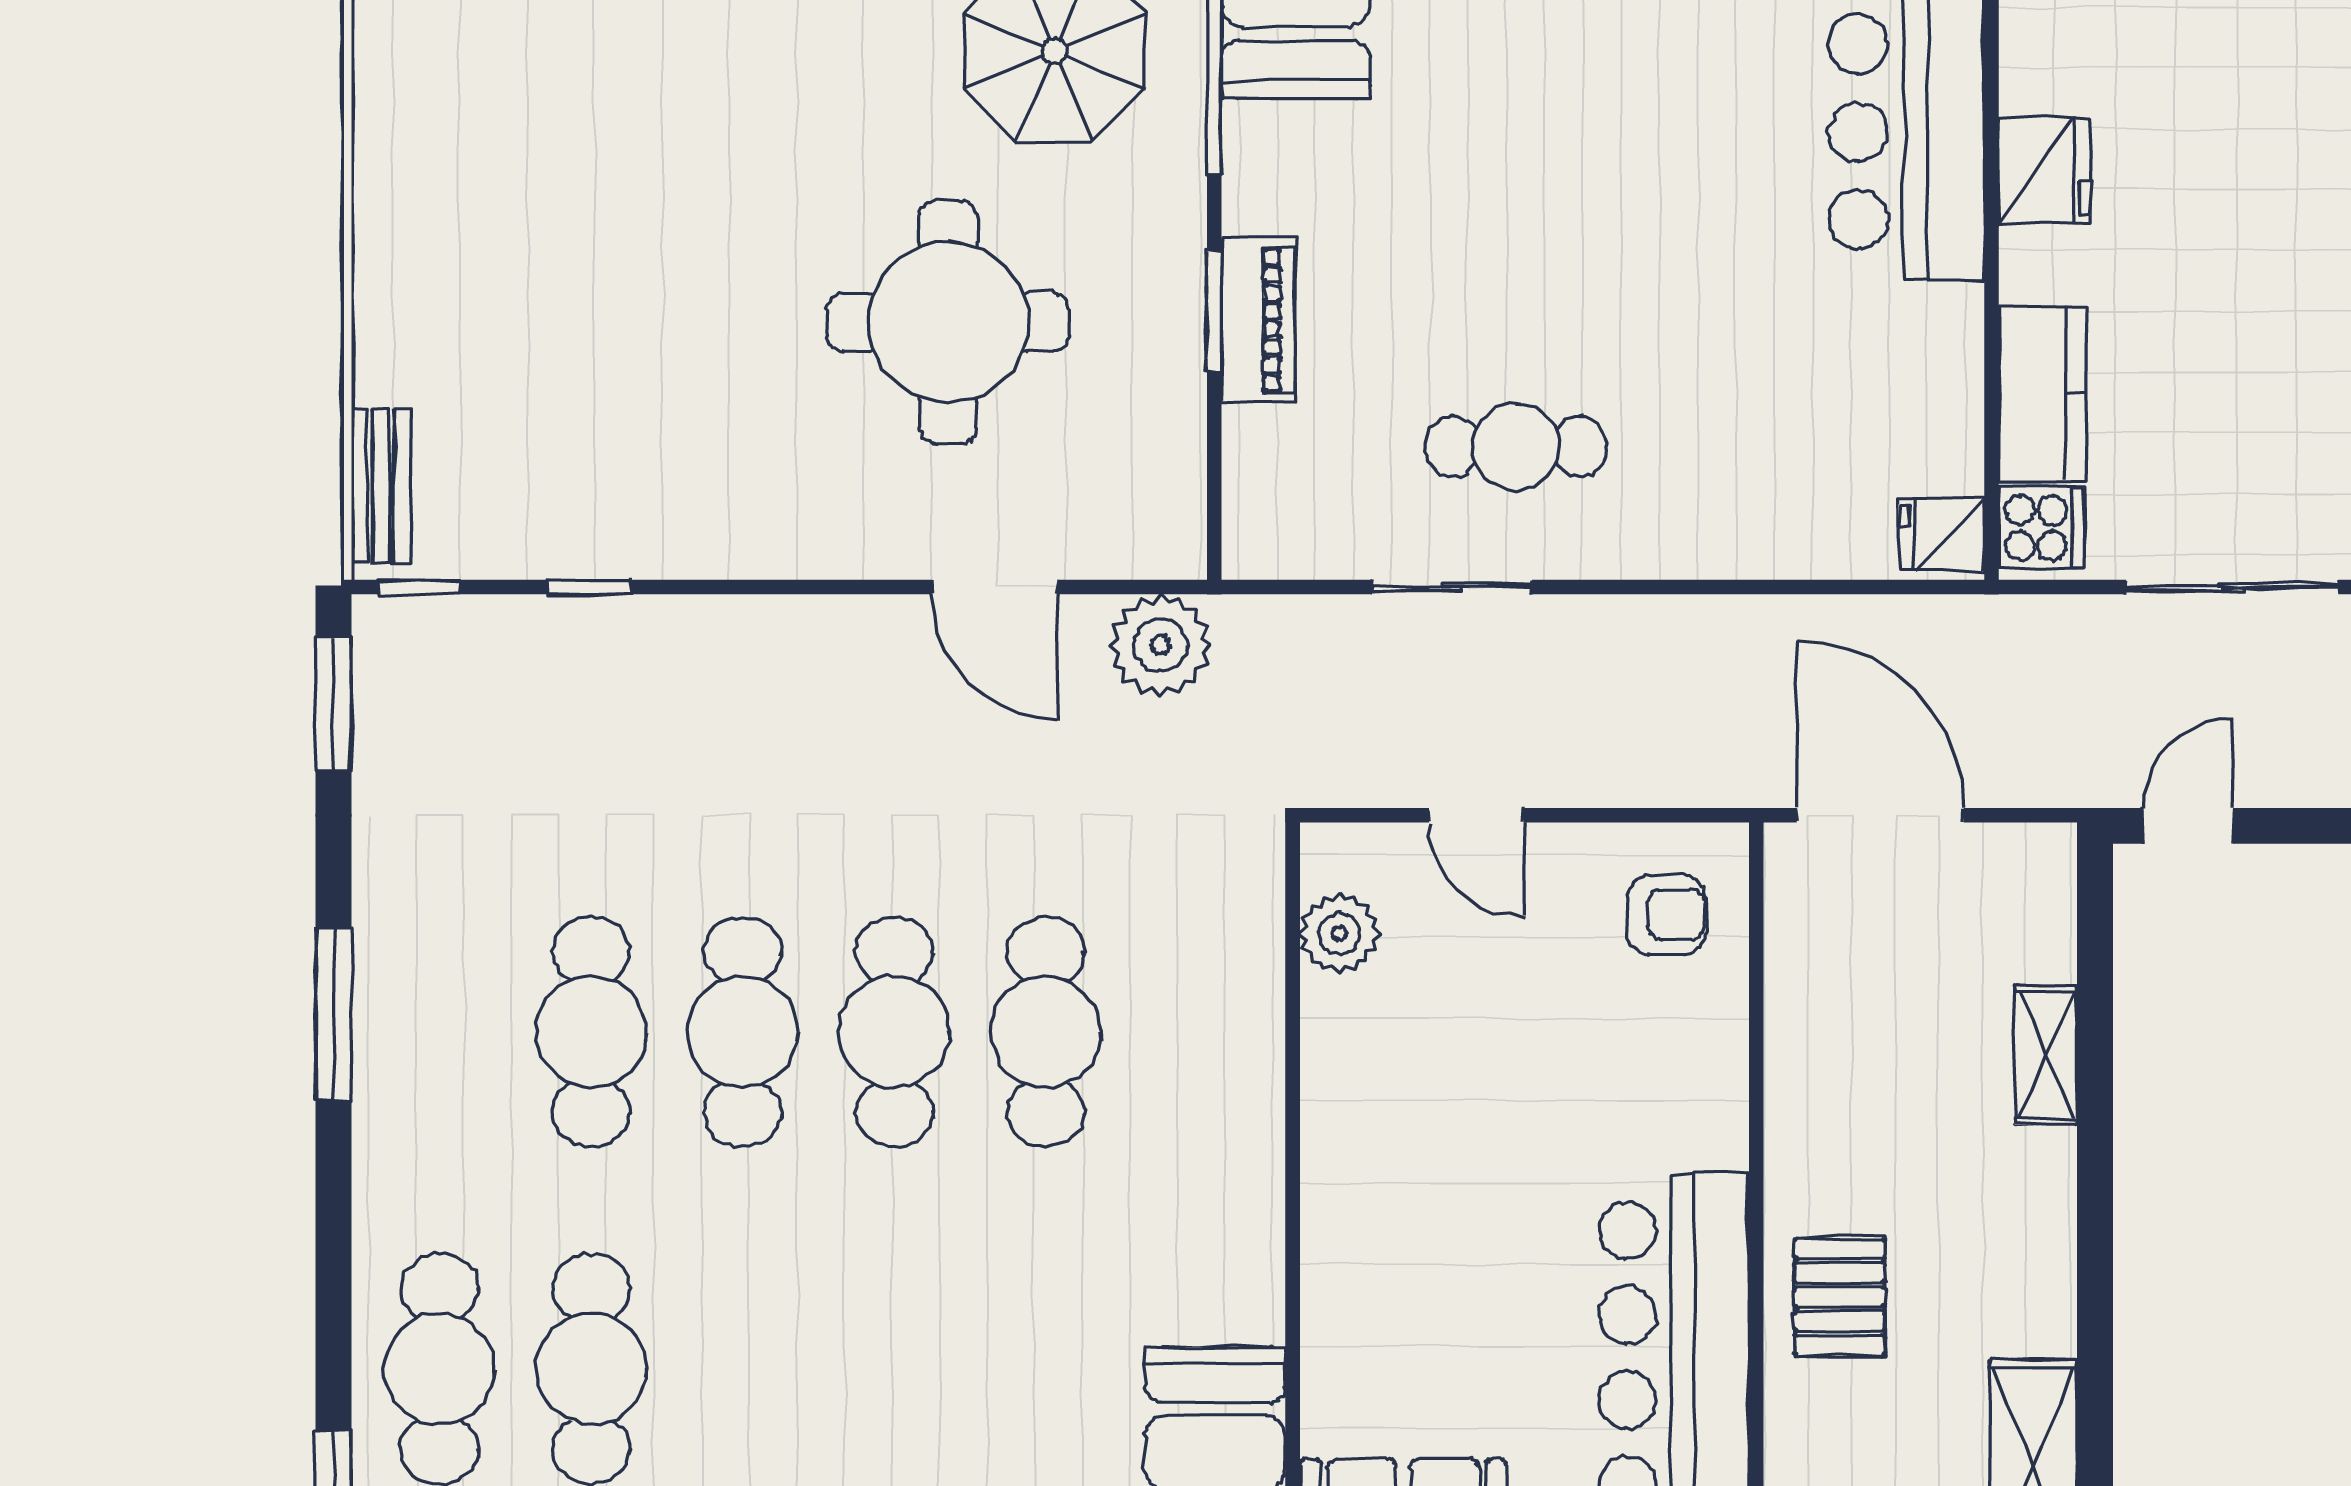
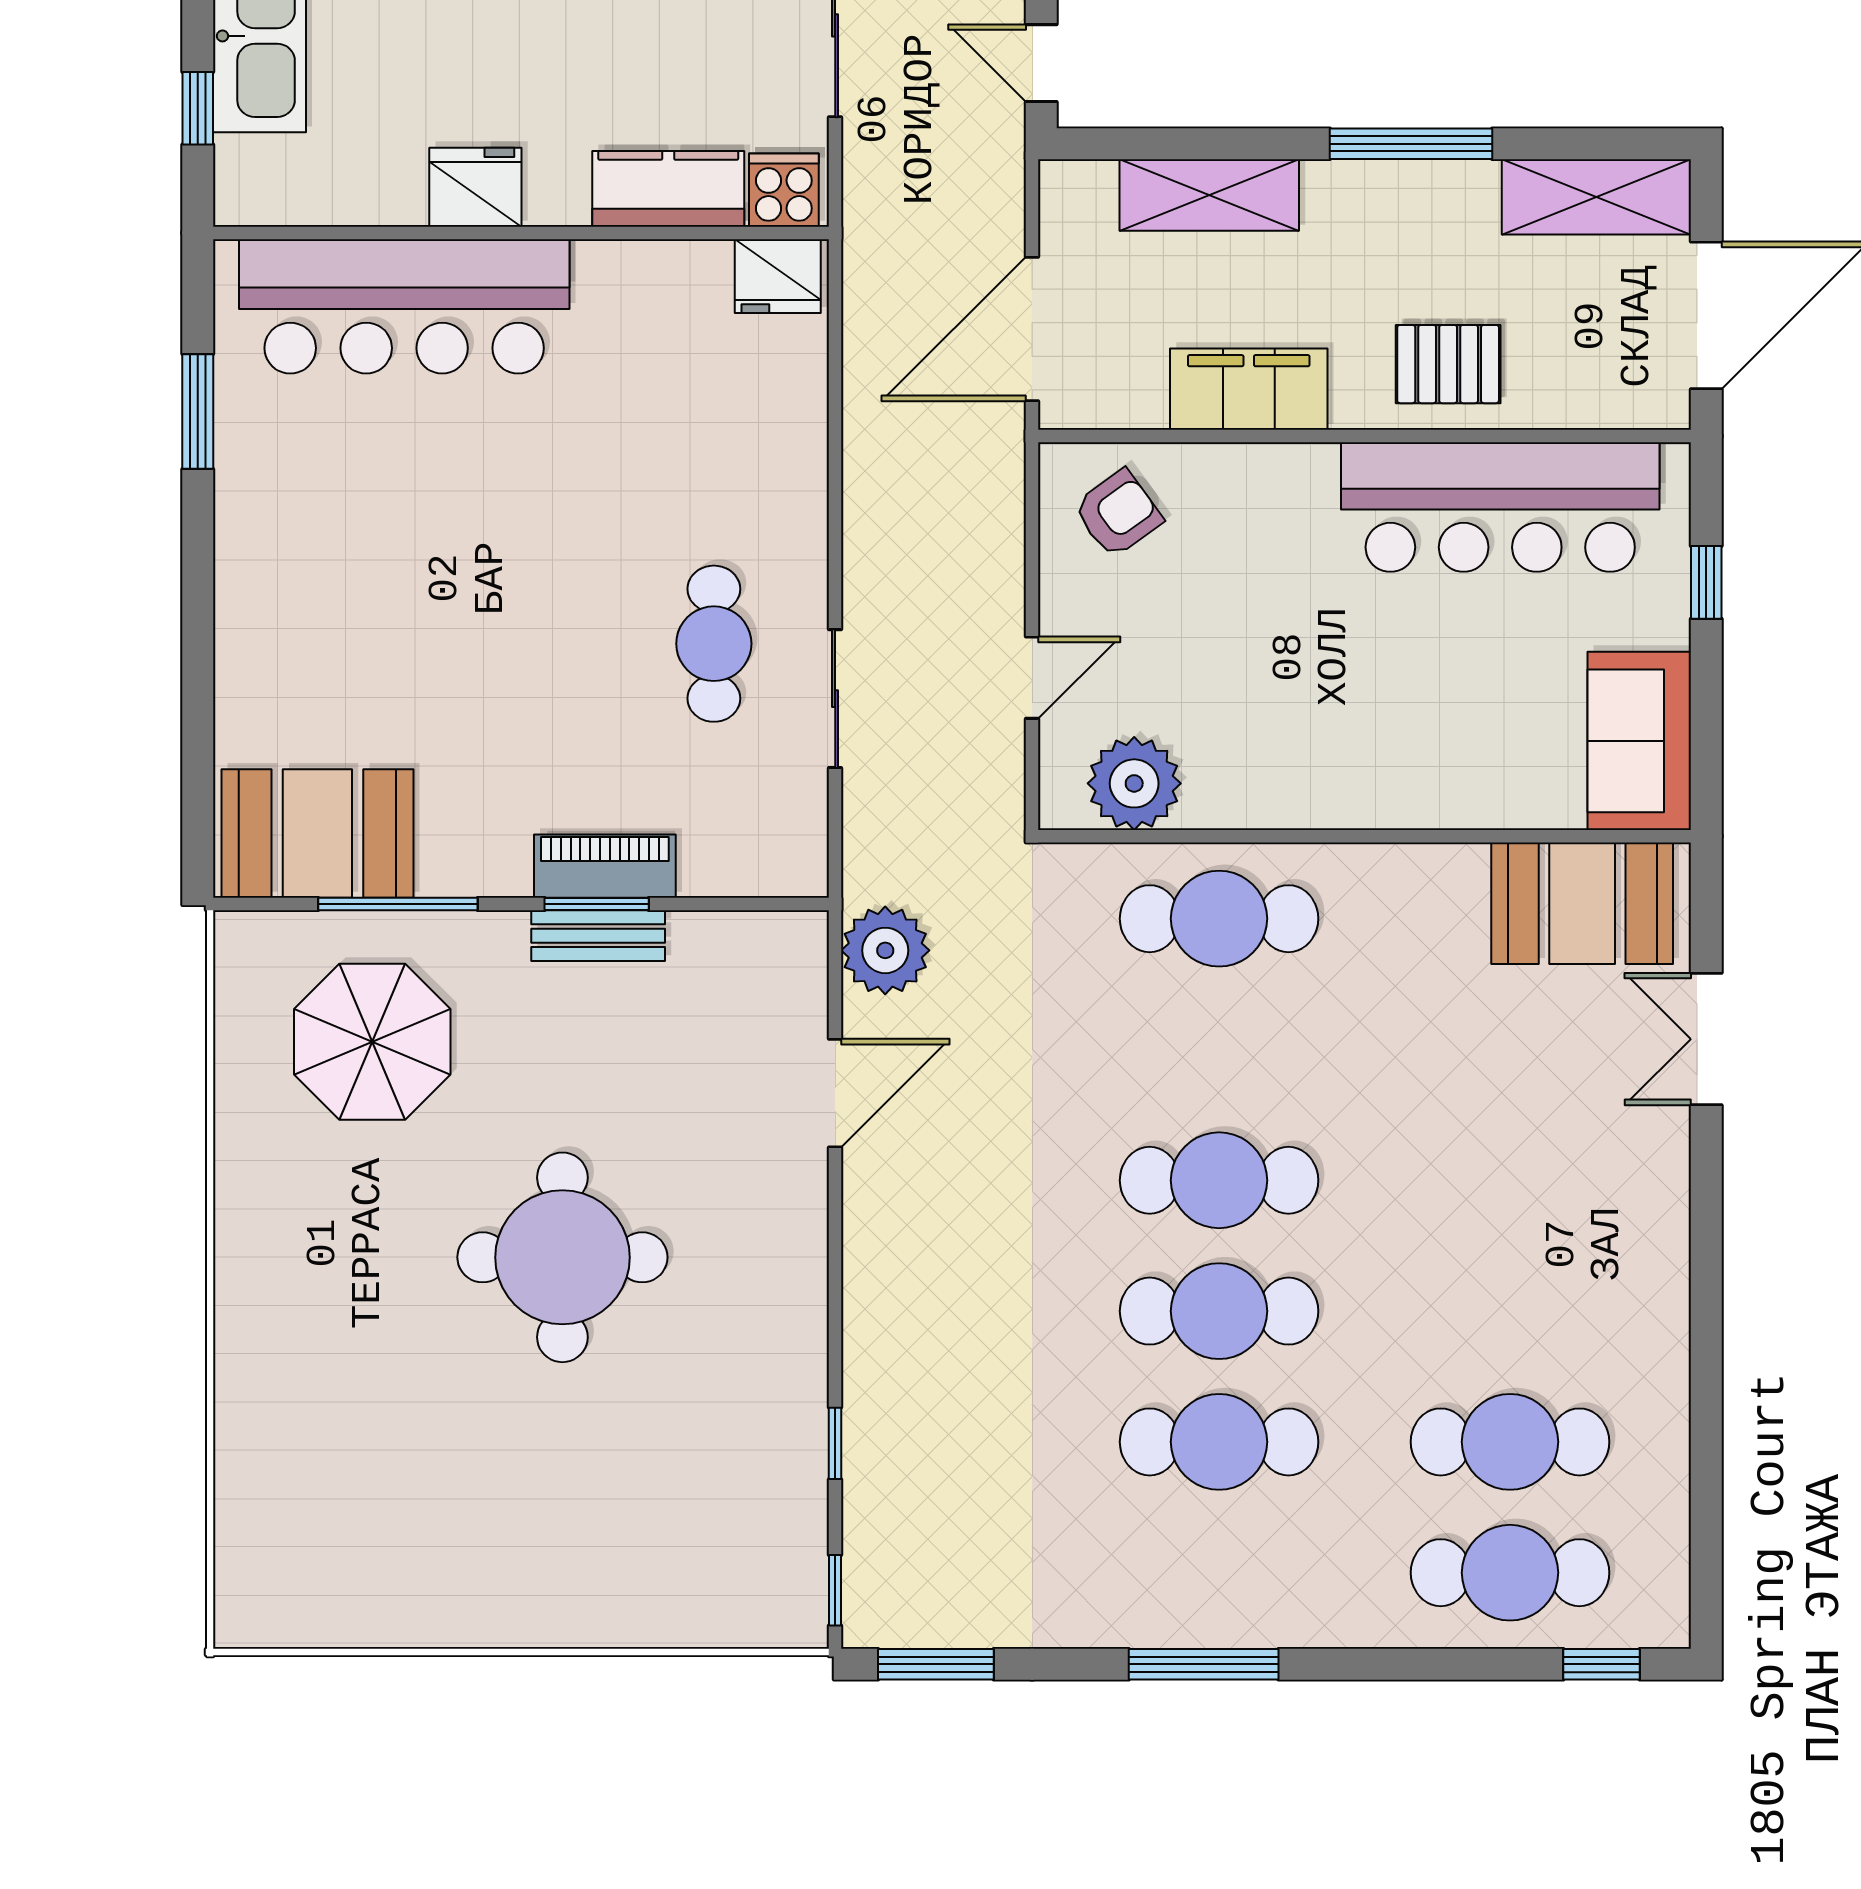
round table: (948, 322) -> (562, 1257), moved
bench: (381, 486) -> (598, 936), moved
fridge: (1942, 534) -> (778, 276), width x1.38
armchair: (1666, 915) -> (1118, 514), turned 54
plant: (1339, 933) -> (1134, 783), width x1.36, depth x1.36
cafe table: (1046, 1032) -> (1219, 919), moved
shelving: (2046, 1055) -> (1209, 195), width x1.50, depth x1.33
filing cabinet: (1811, 1066) -> (1249, 389), added
window: (2095, 1254) -> (1411, 144), added

